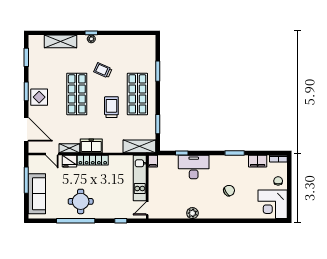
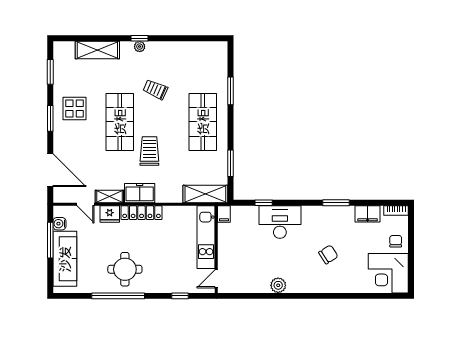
display table: (39, 97) -> (75, 108), moved
trolley: (111, 107) -> (149, 151), moved
water cooler: (33, 168) -> (59, 224), added

